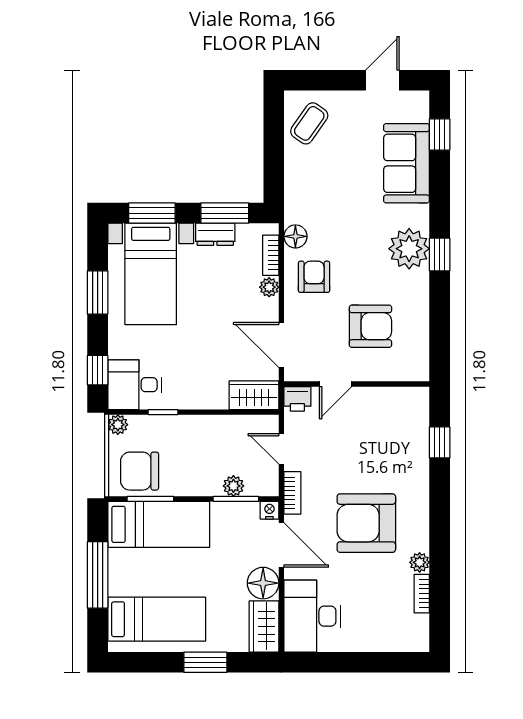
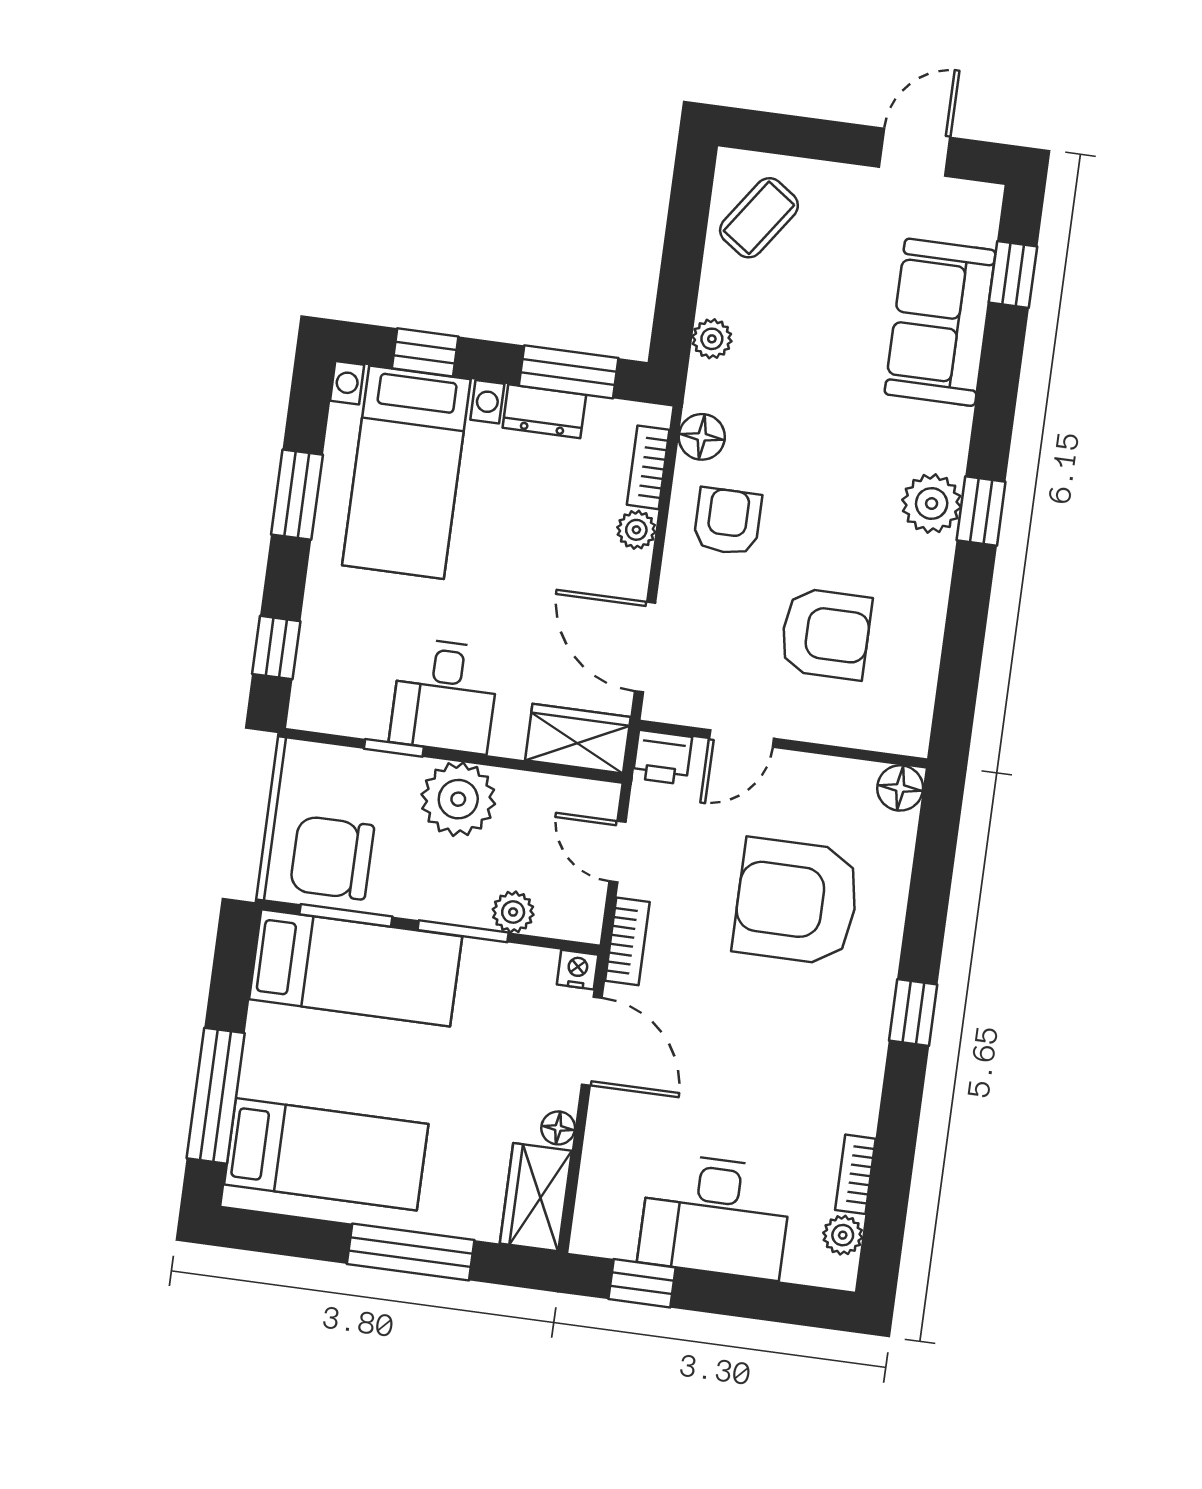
plant: (294, 187) -> (712, 339), added
window: (152, 213) -> (425, 352), width x0.67
plant: (409, 249) -> (932, 504), width x0.73, depth x0.73
desk: (135, 385) -> (445, 696), moved, turned -90
floor lamp: (418, 398) -> (900, 788), added
plant: (118, 425) -> (458, 799), moved, width x1.87, depth x1.87
window: (440, 442) -> (913, 1013), moved
window: (236, 499) -> (463, 931), moved
armchair: (366, 523) -> (797, 902), moved
plant: (420, 562) -> (843, 1235), moved
window: (98, 575) -> (216, 1096), moved
floor lamp: (263, 583) -> (558, 1128), width x0.53, depth x0.53
desk: (312, 616) -> (715, 1216), moved, turned -90
window: (205, 662) -> (411, 1252), width x1.44
window: (323, 662) -> (642, 1283), added

